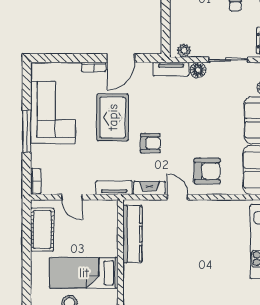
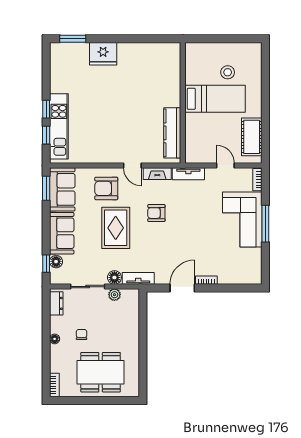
plant: (184, 50) -> (114, 295), moved
corner sofa: (53, 113) -> (242, 220), moved
rug: (113, 117) -> (116, 228), moved

